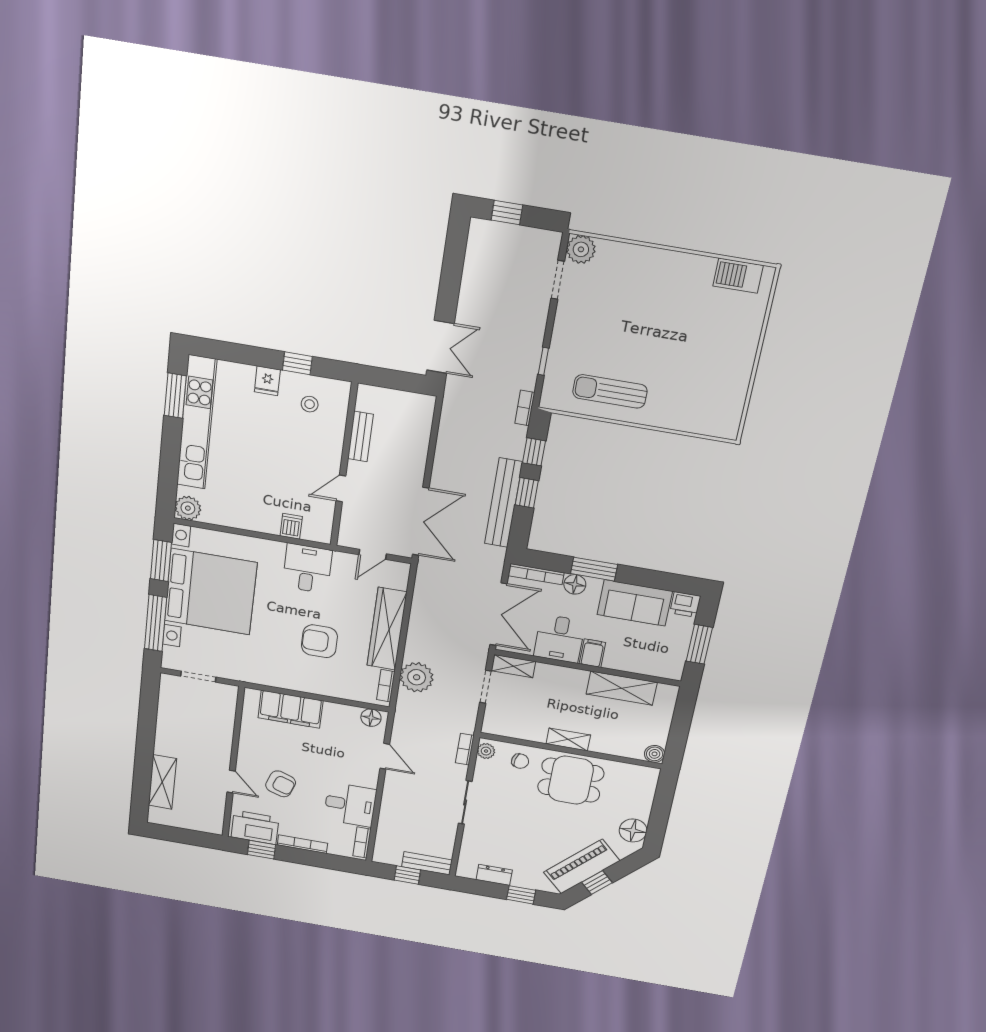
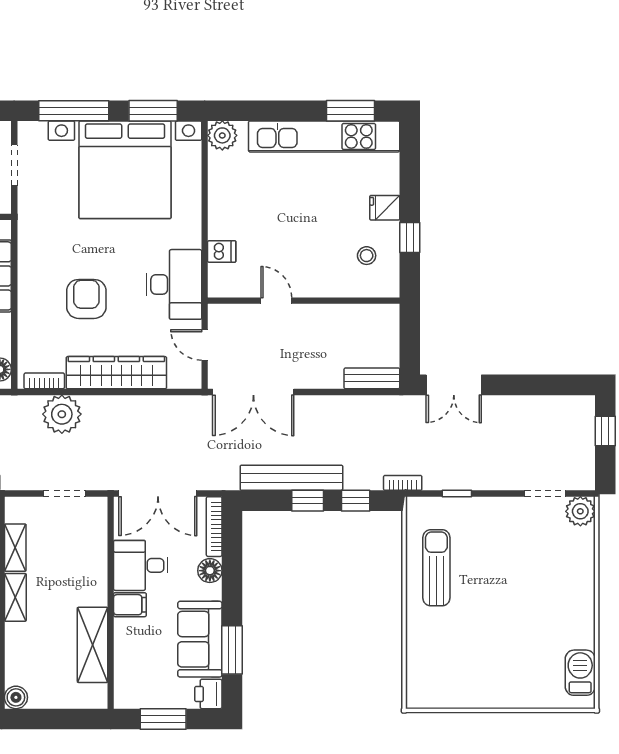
bench: (360, 437) -> (372, 378), moved
desk: (307, 568) -> (174, 284), width x1.37
window: (594, 569) -> (232, 650), moved
shelving: (513, 666) -> (15, 548), moved

